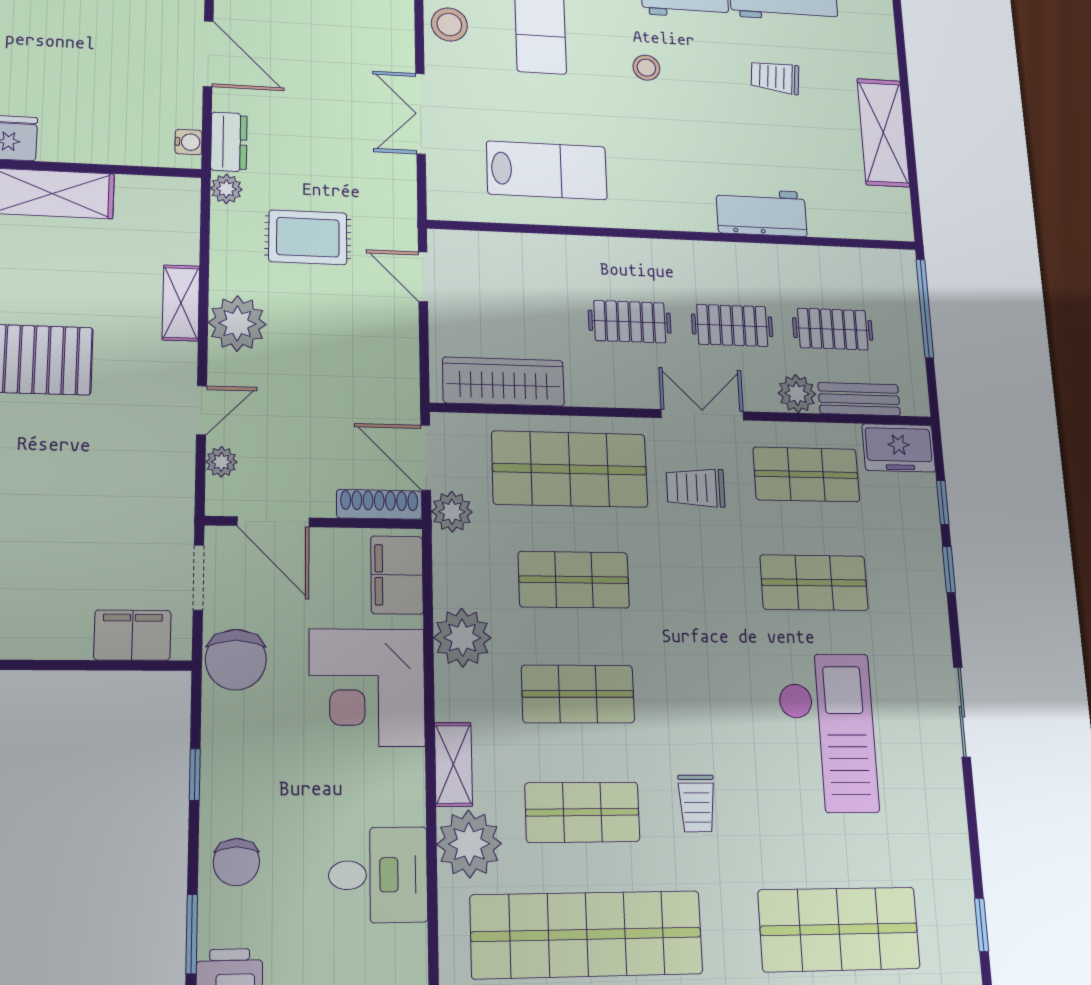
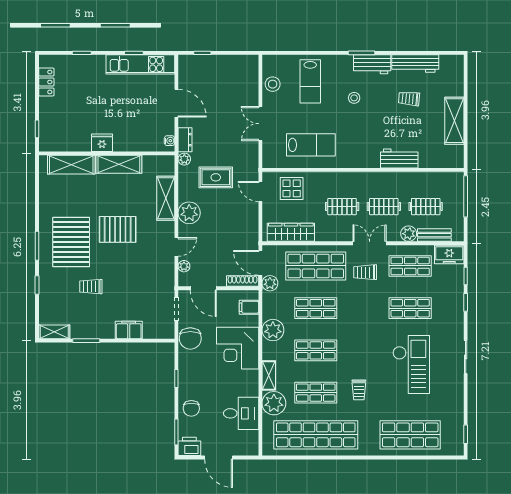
display table: (502, 273) -> (292, 188), added
shelving: (181, 303) -> (166, 198), width x1.50, depth x1.33
filing cabinet: (397, 575) -> (249, 307), width x0.50
filing cabinet: (132, 635) -> (129, 330), moved

